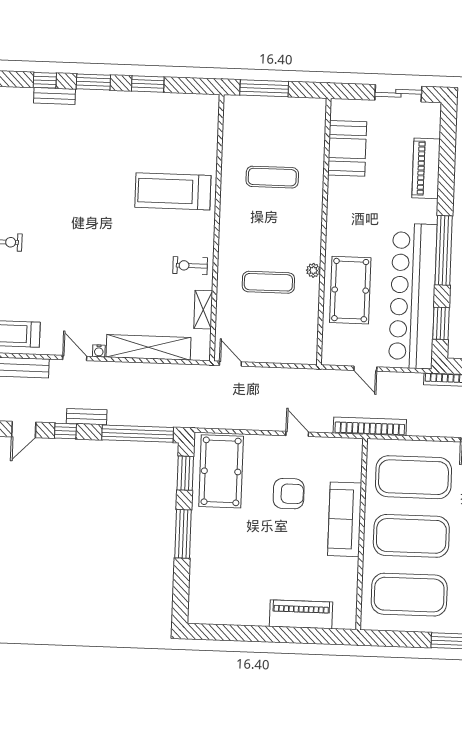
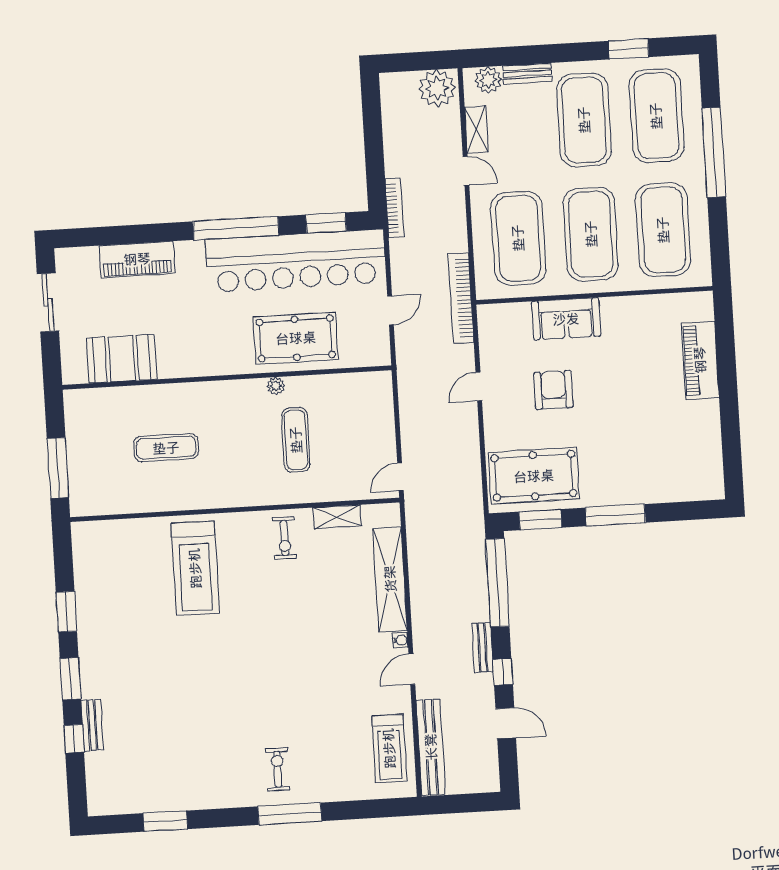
exercise mat: (272, 177) -> (166, 448), turned 90
sofa: (345, 519) -> (566, 319), width x0.73

